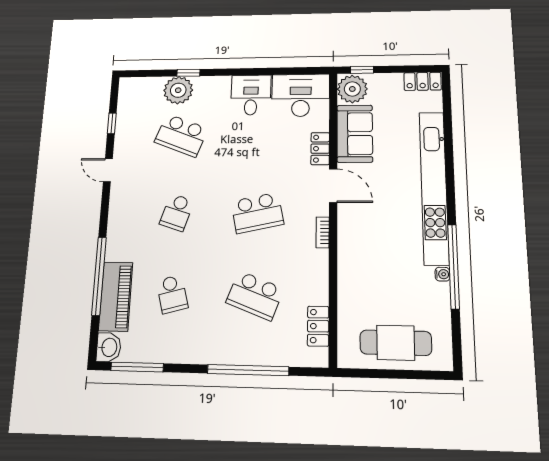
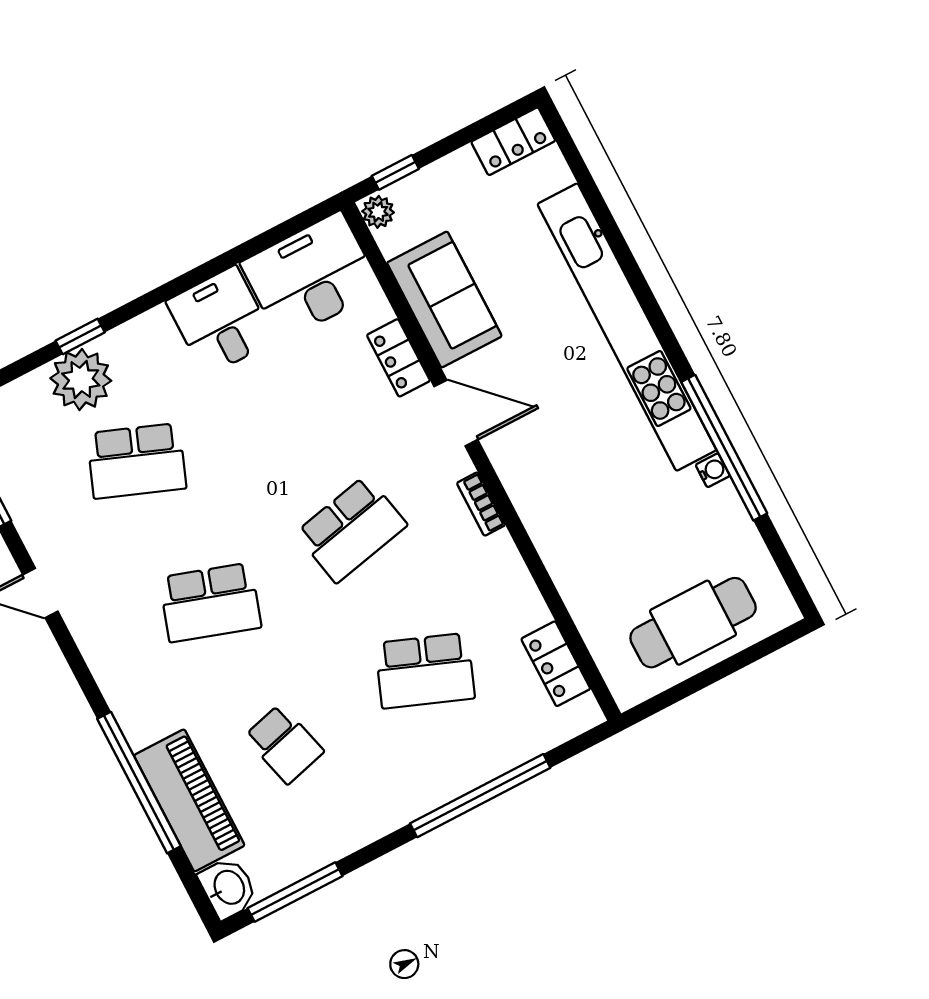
plant: (352, 89) -> (378, 212), width x0.53, depth x0.53
school desk: (177, 213) -> (210, 602), width x1.85

